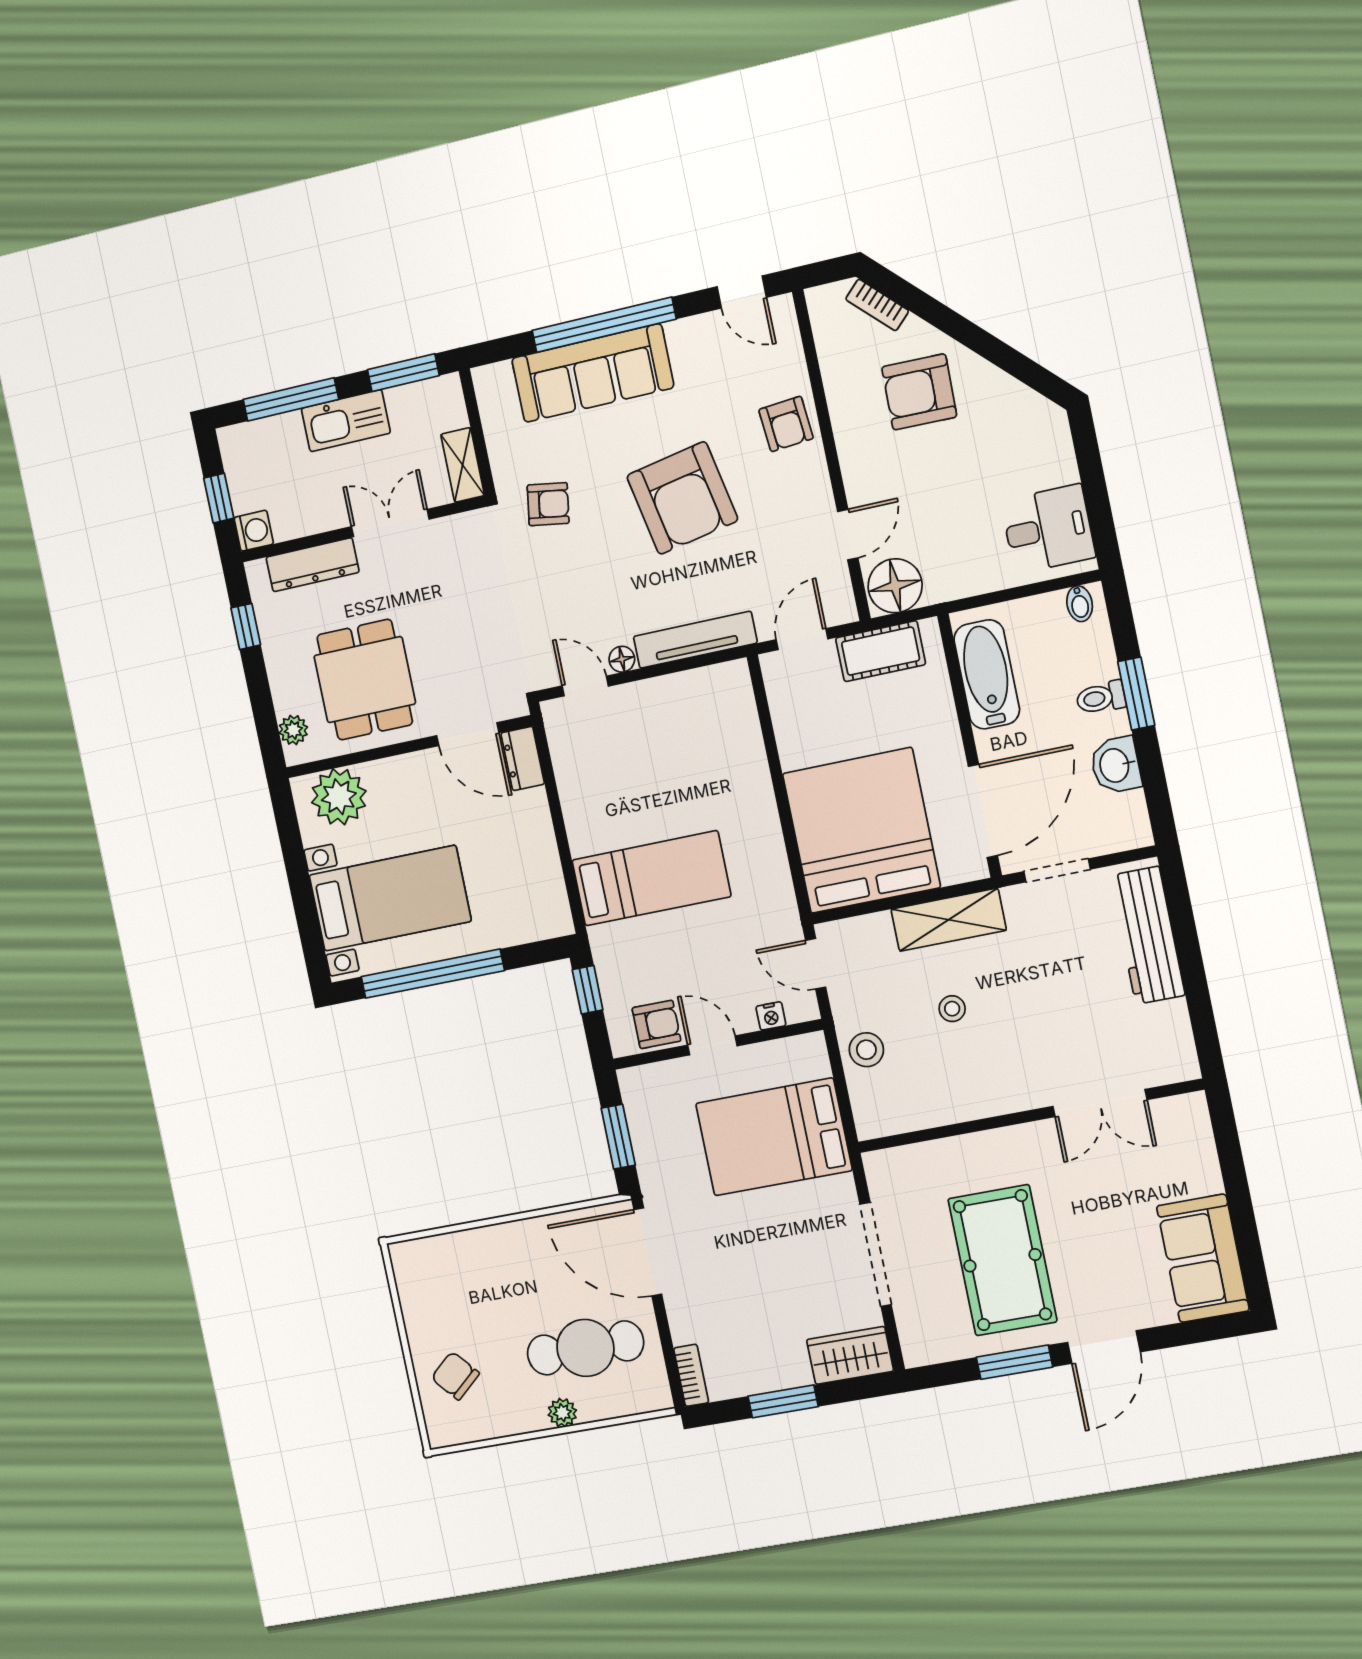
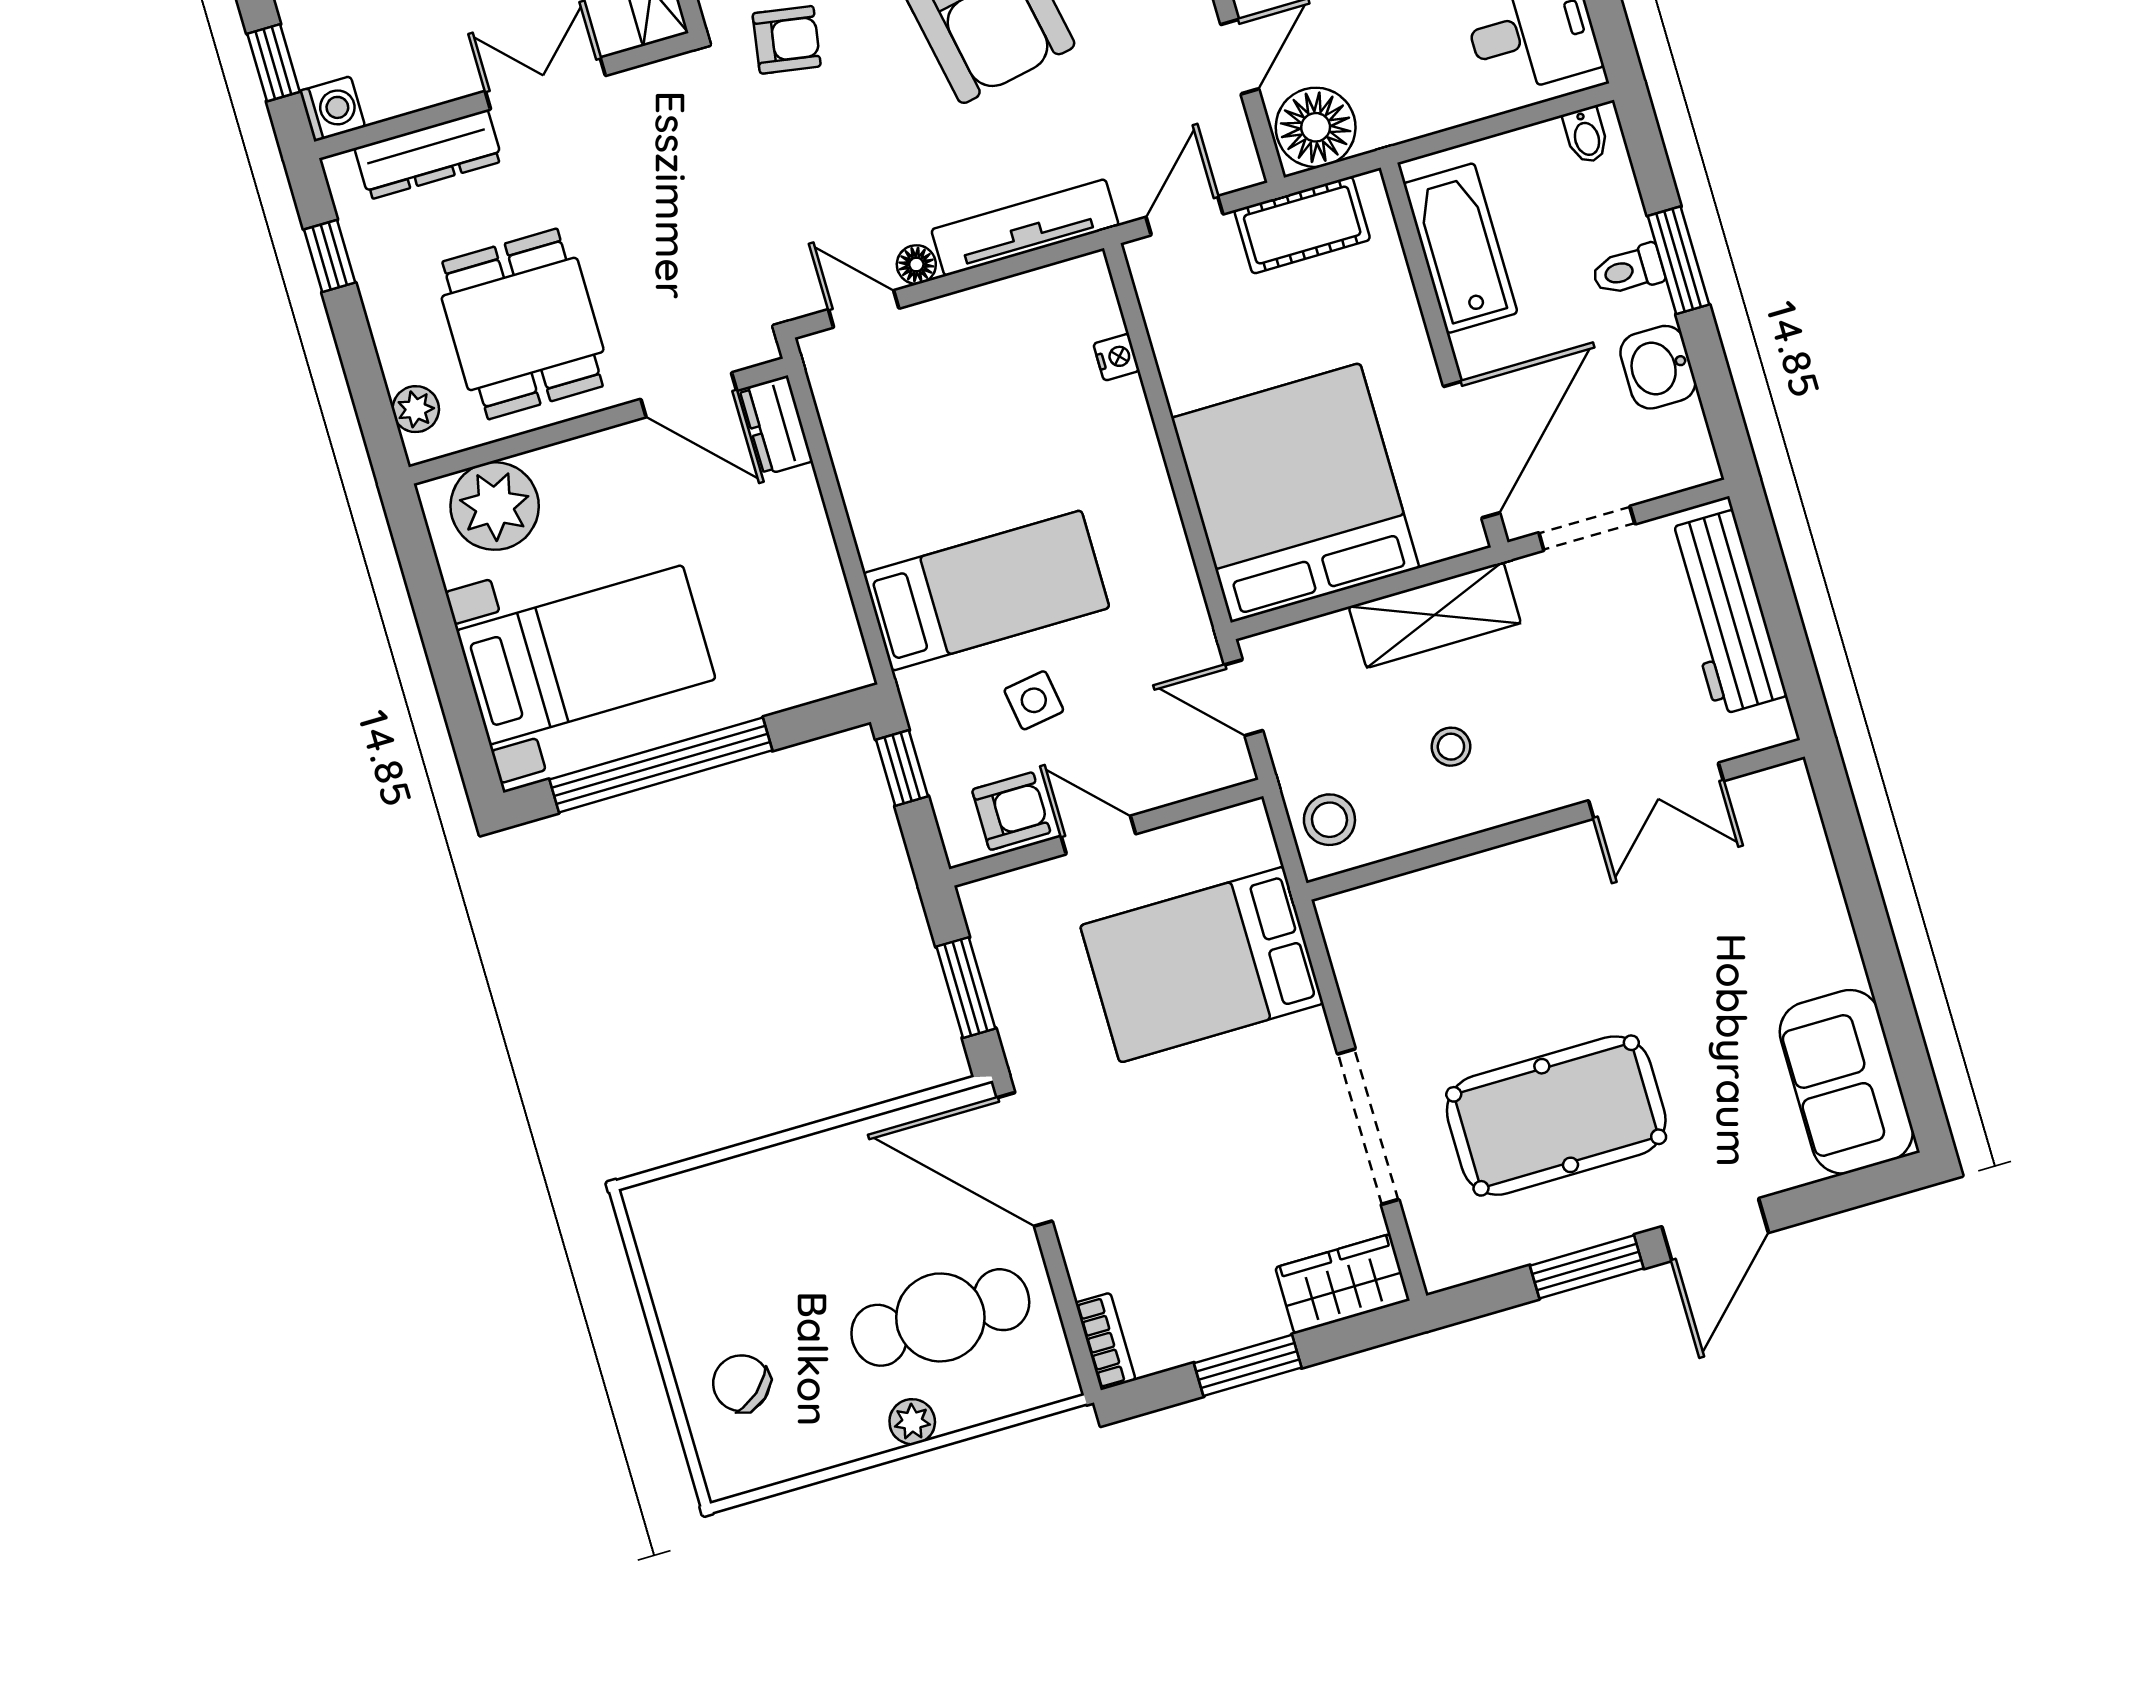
side table: (677, 953) -> (1034, 700), added
nightstand: (771, 1016) -> (1116, 357), moved, turned -90
double door: (1100, 1103) -> (1656, 791), moved
wall: (1030, 1116) -> (1556, 820), moved
pool table: (1002, 1260) -> (1556, 1116), turned 90

